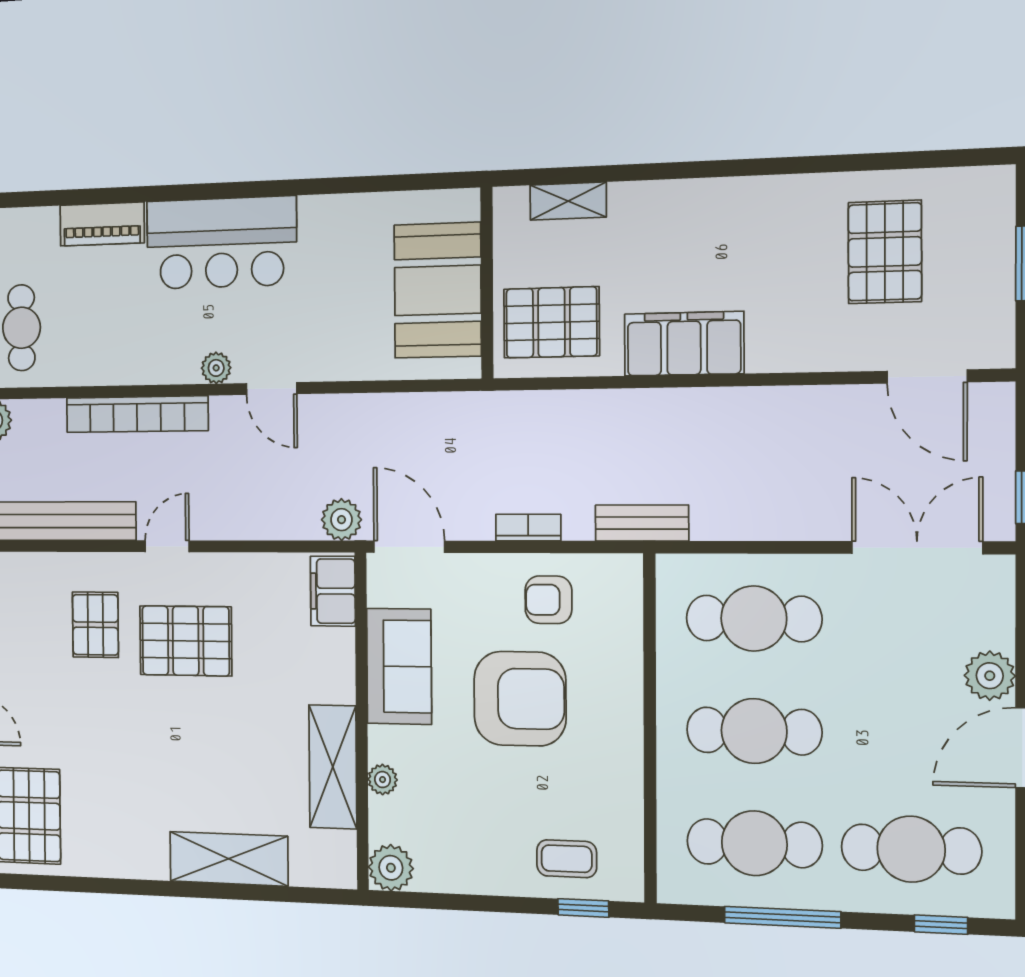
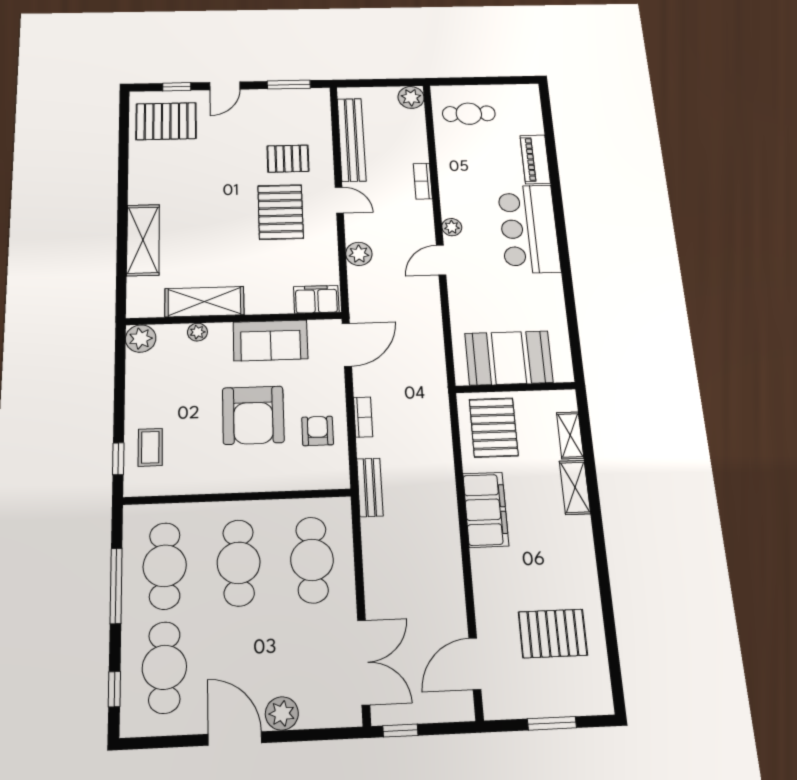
shelving: (653, 200) -> (575, 487), added
bookcase: (137, 414) -> (423, 181), width x0.43, depth x0.76
plant: (341, 520) -> (359, 254), moved

